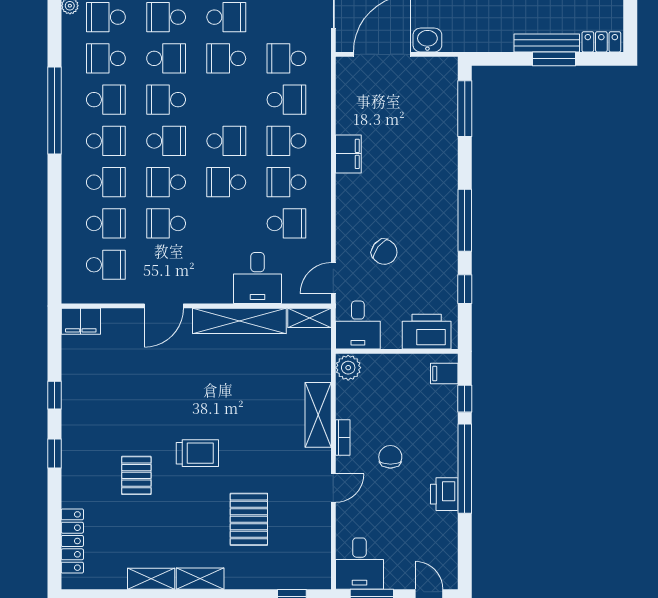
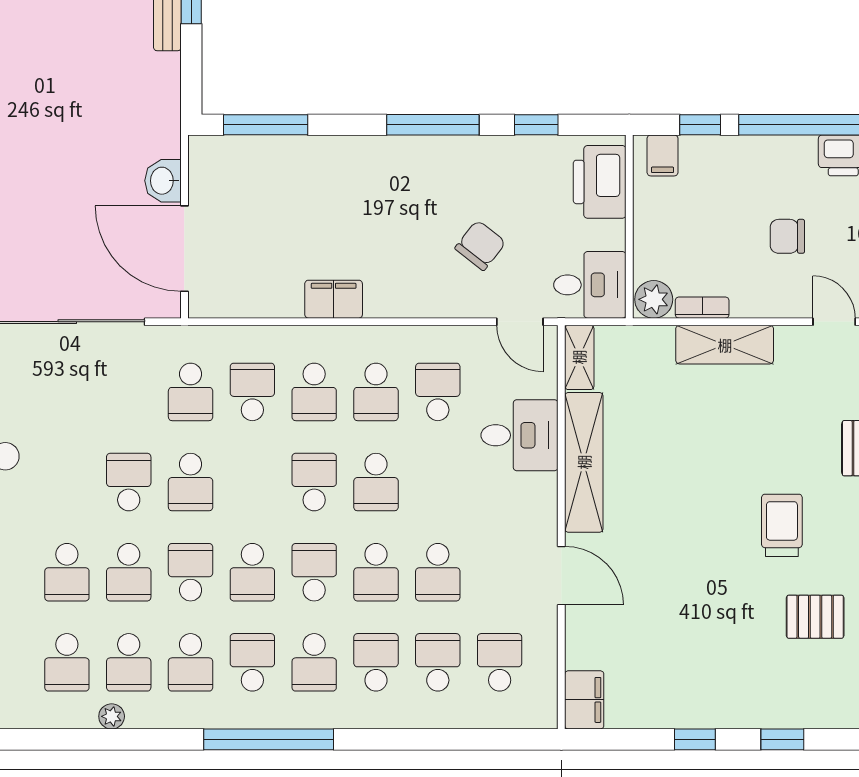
school desk: (106, 141) -> (314, 662), turned 180
bookcase: (343, 438) -> (702, 308), moved

